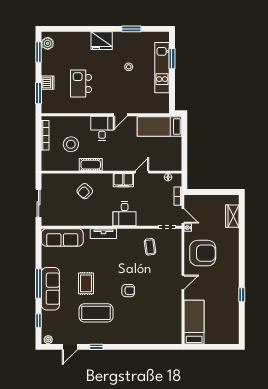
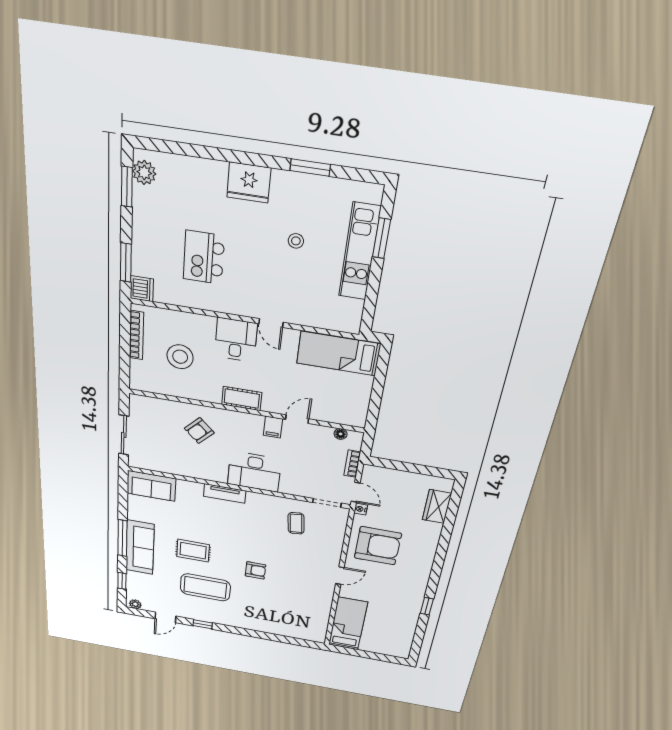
dishwasher: (48, 83) -> (142, 289), moved
door: (120, 115) -> (271, 323), hinge flipped
cot: (91, 165) -> (242, 399), moved
filing cabinet: (123, 180) -> (273, 427), width x0.50
desk: (125, 214) -> (254, 472), width x1.37
sofa: (62, 238) -> (151, 486), width x0.73
rug: (86, 283) -> (193, 551), turned 90

